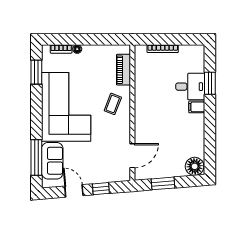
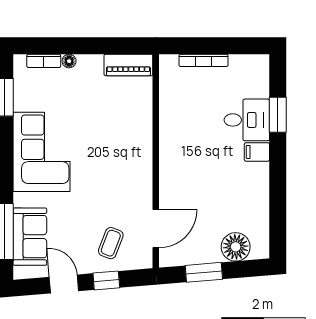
piano: (124, 70) -> (128, 65), moved, turned -90
coffee table: (113, 104) -> (111, 243), moved
corner sofa: (66, 107) -> (42, 152), width x0.73, depth x0.74
floor lamp: (195, 166) -> (236, 247), moved

